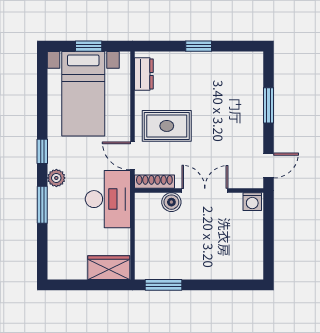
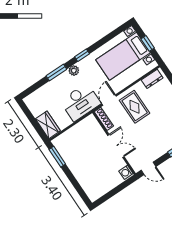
boiler: (171, 202) -> (100, 134), removed

